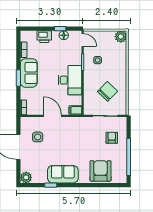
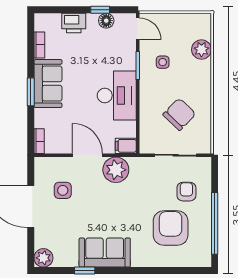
plant: (121, 37) -> (201, 50), moved
plant: (69, 125) -> (116, 170), added
armchair: (101, 171) -> (171, 228), moved

